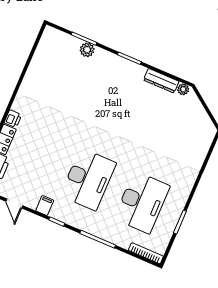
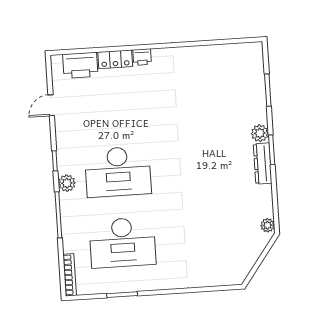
plant: (87, 50) -> (260, 133), moved
dresser: (161, 81) -> (263, 164), moved
filing cabinet: (45, 206) -> (66, 139), removed
plant: (77, 221) -> (67, 183), added

